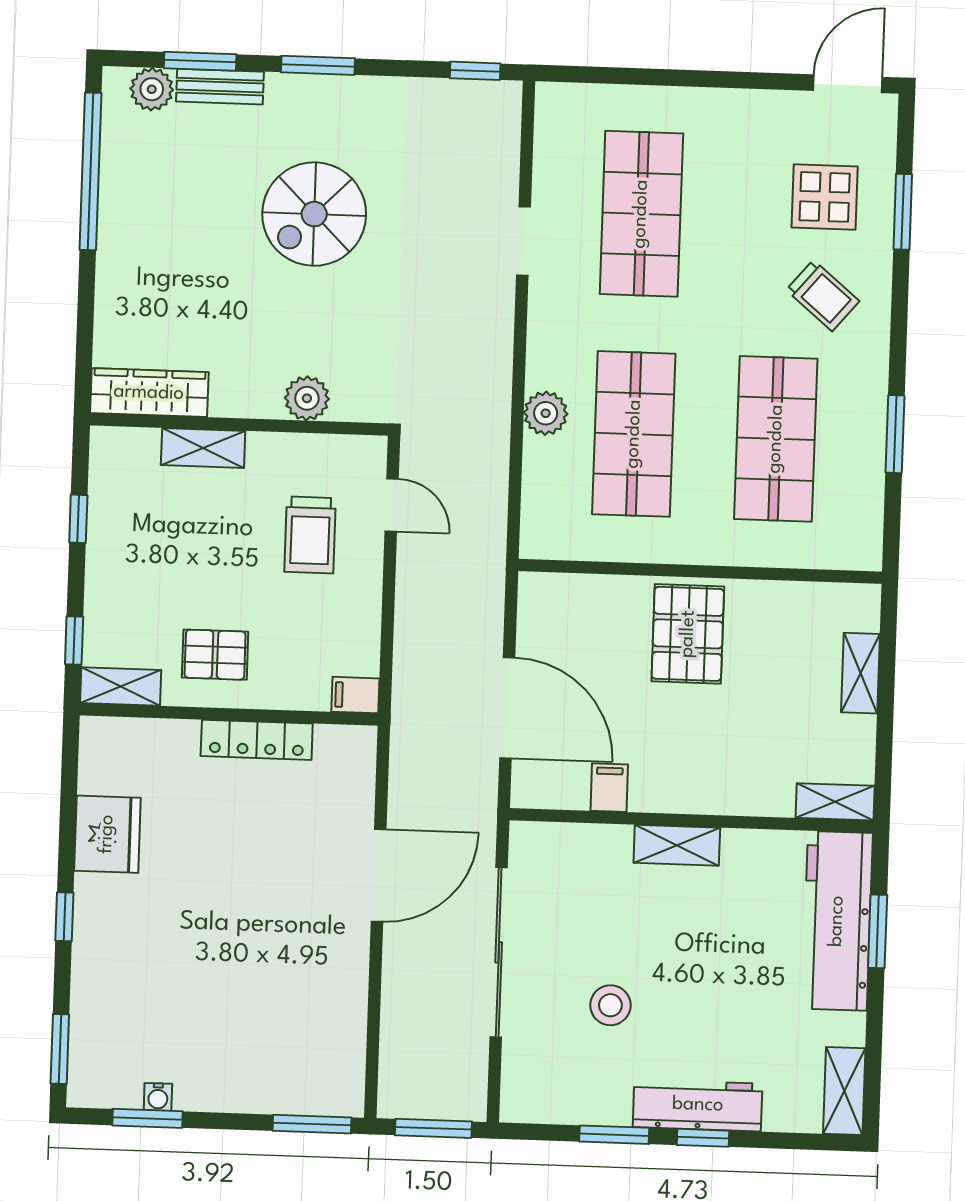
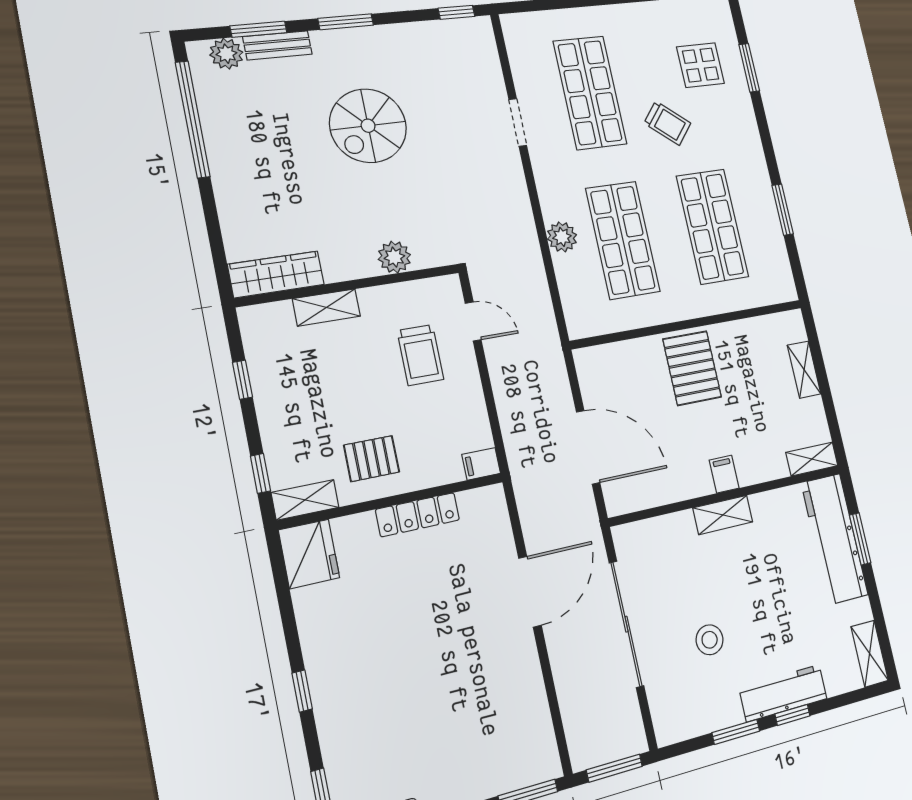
trolley: (823, 296) -> (667, 123), moved
filing cabinet: (609, 788) -> (724, 474), moved
fridge: (107, 834) -> (309, 554), moved

